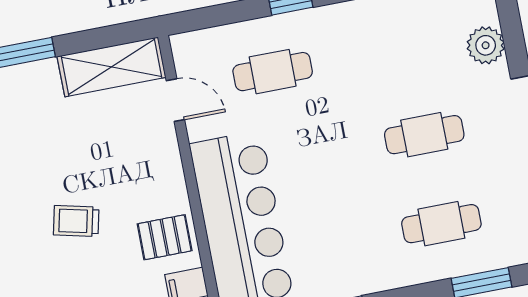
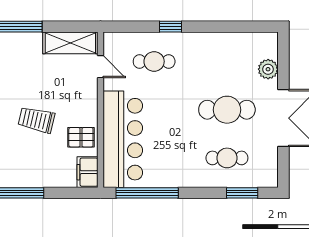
cafe table: (424, 135) -> (227, 110), width x1.37, depth x1.35
trolley: (76, 221) -> (36, 120), width x1.36, depth x1.39

